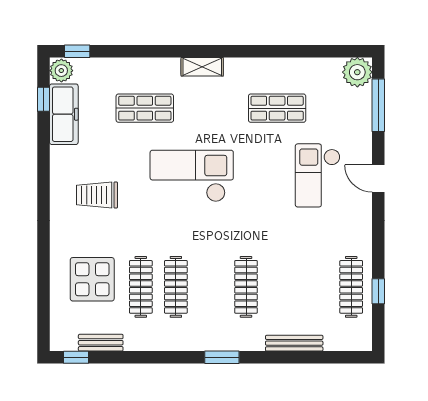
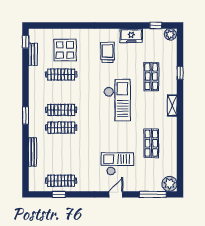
window: (77, 51) -> (180, 73), moved
freezer: (64, 114) -> (131, 36), moved, width x0.71
clothes rail: (176, 287) -> (61, 110), moved

